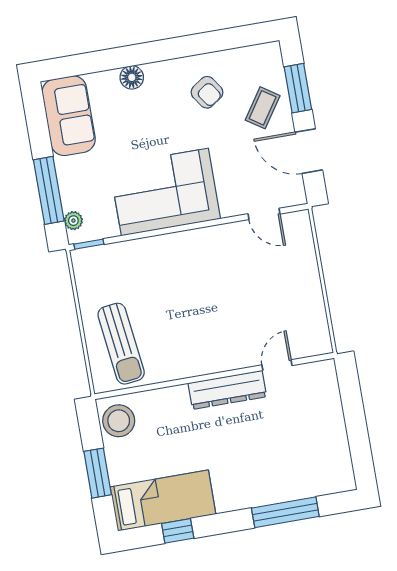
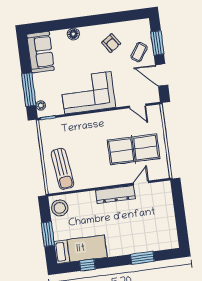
table tennis table: (259, 300) -> (134, 149), added
window: (285, 512) -> (142, 258), width x0.69

